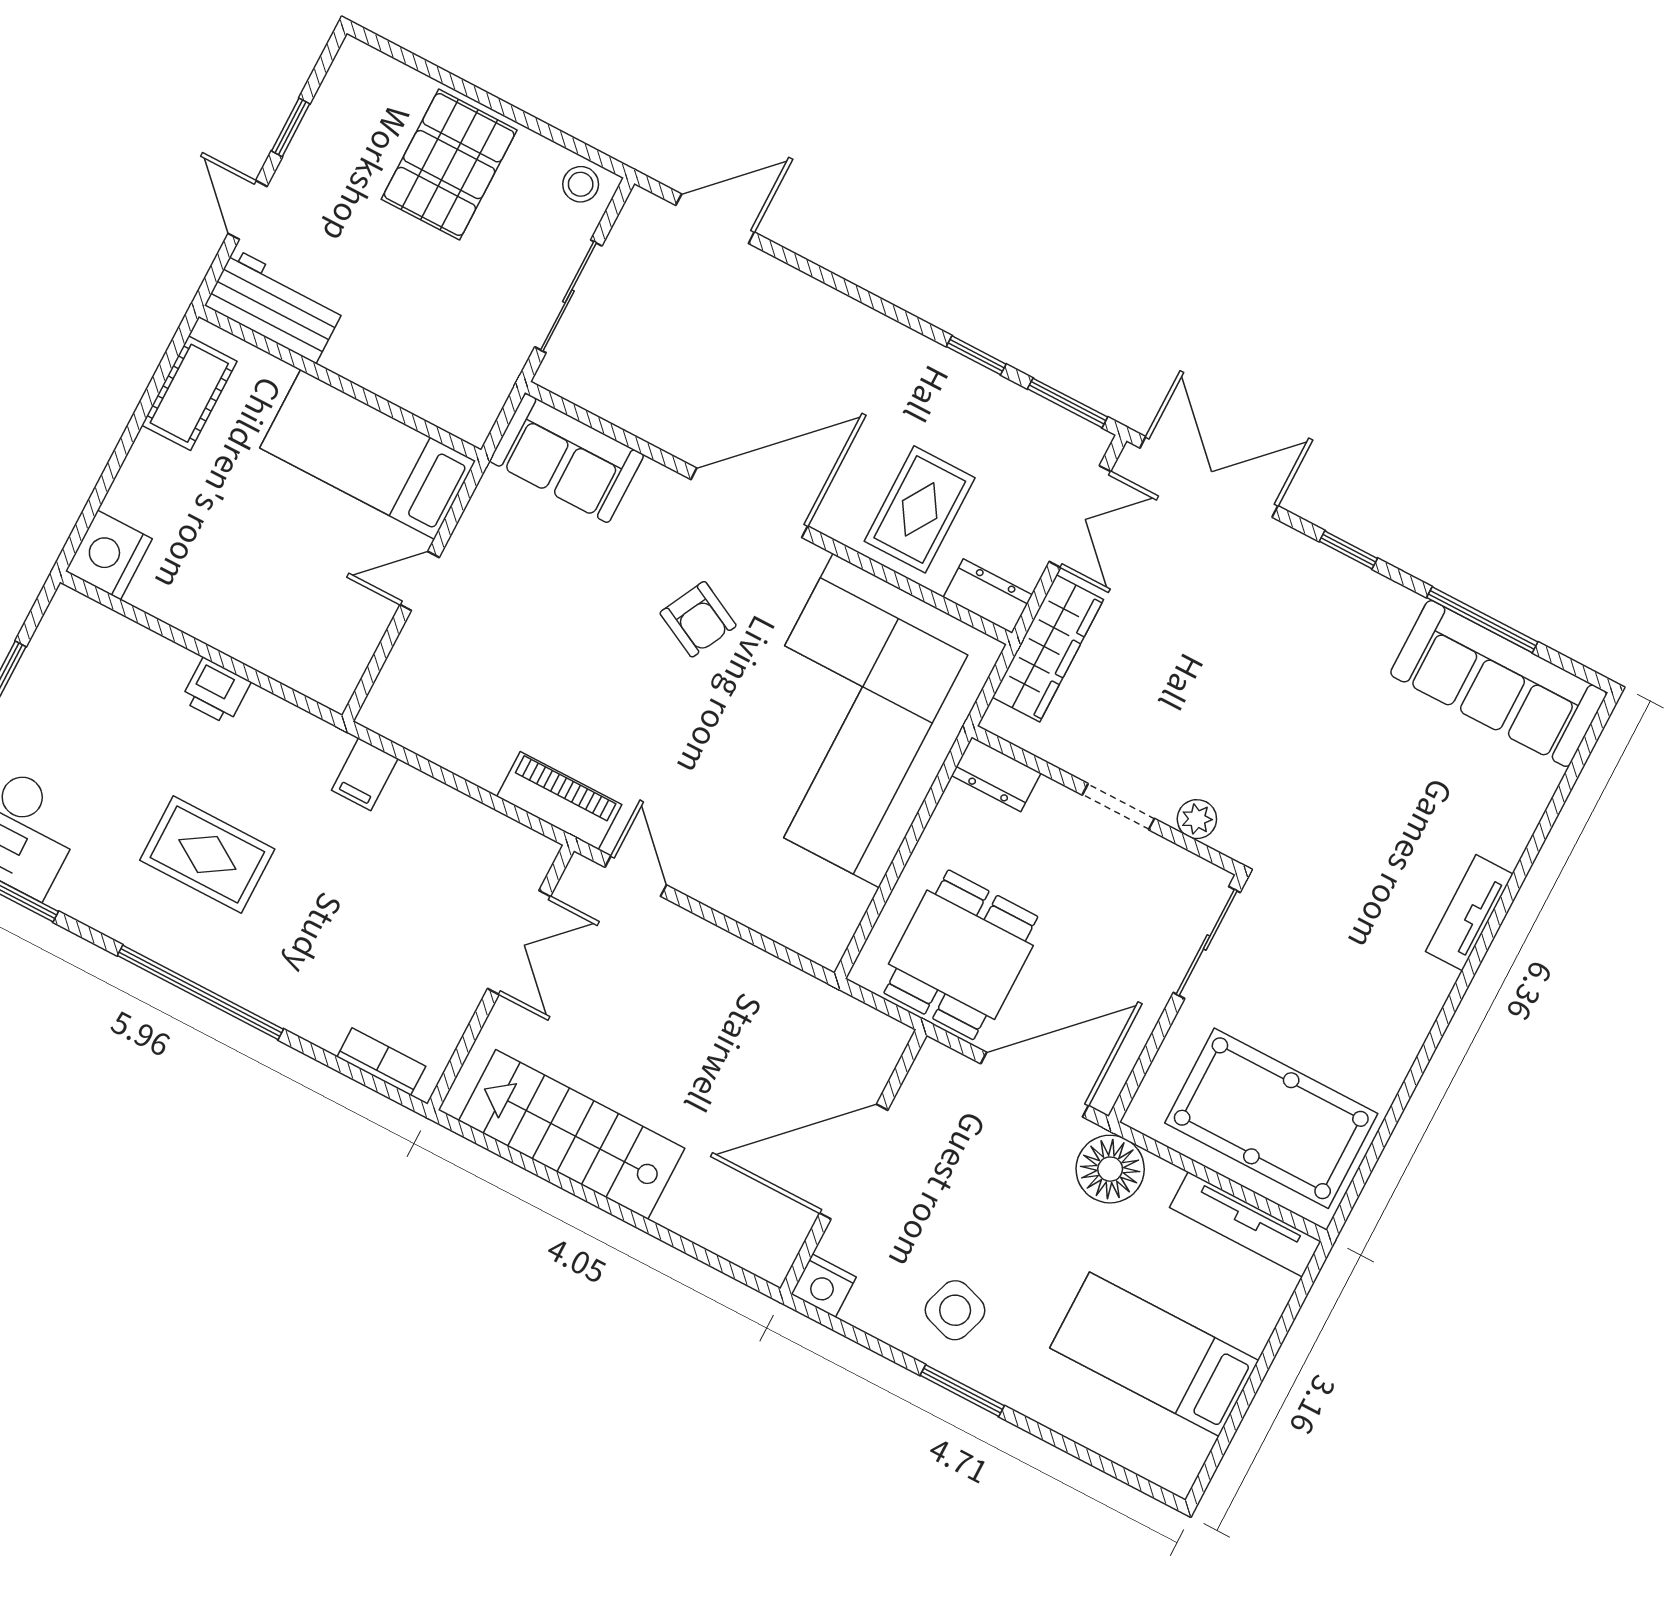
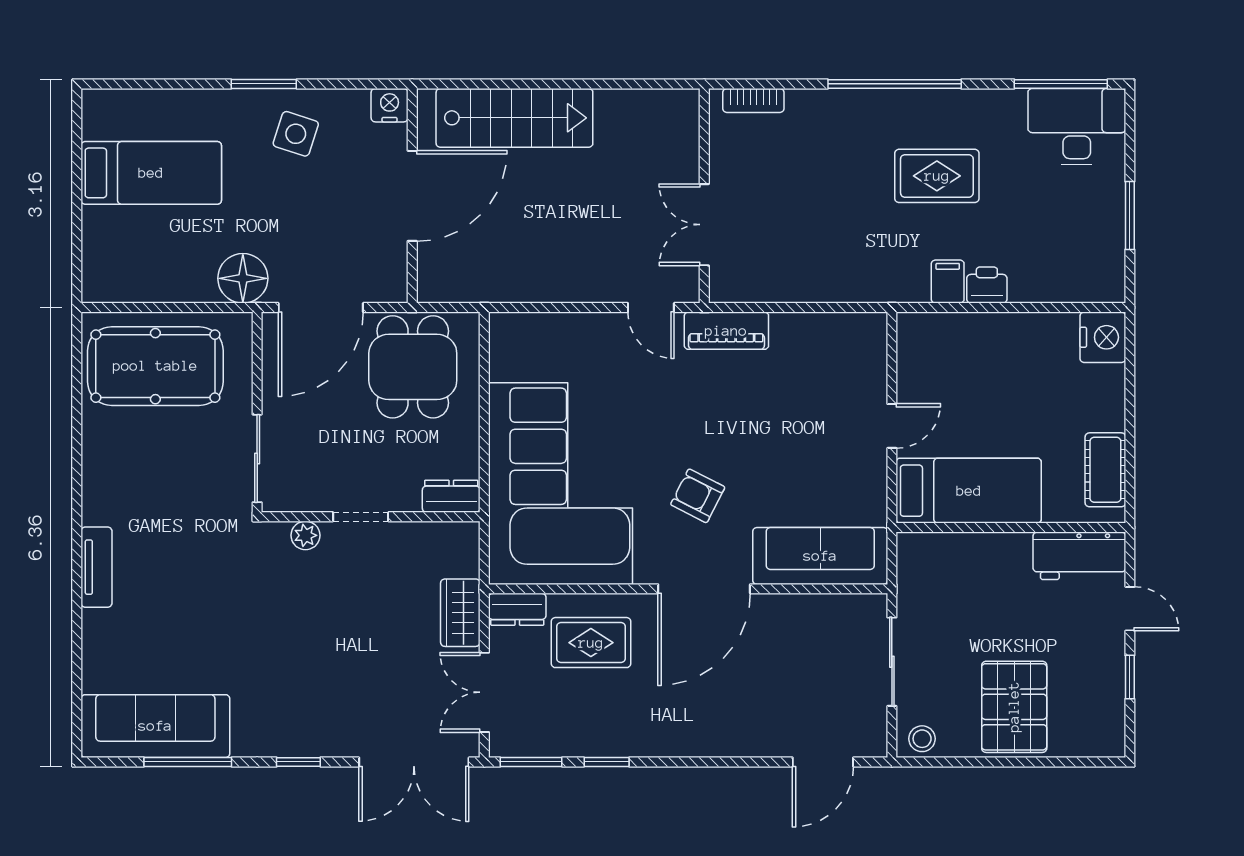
sofa: (567, 458) -> (820, 556), width x1.36
rug: (920, 509) -> (591, 643), turned 90
wardrobe: (1048, 648) -> (460, 613), width x0.67
filing cabinet: (365, 774) -> (948, 282), moved
stairs: (572, 1134) -> (514, 118), moved
tv unit: (1245, 1224) -> (136, 288), removed

